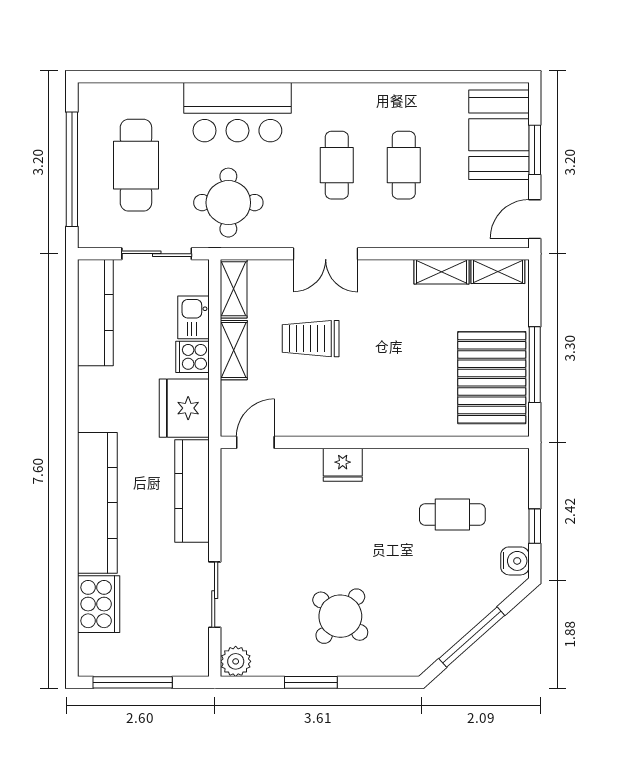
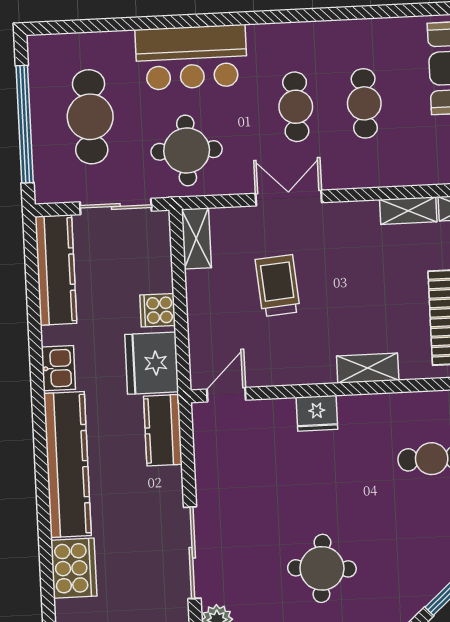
double door: (326, 254) -> (289, 198), swing flipped
kitchen sink: (193, 317) -> (58, 368), moved, turned 180
trolley: (311, 339) -> (278, 286), turned 85
shelving: (234, 350) -> (368, 368), moved, turned 90
kitchen counter: (192, 491) -> (163, 430), width x0.67
sliding door: (215, 595) -> (192, 553), width x1.37
round table: (340, 616) -> (322, 568), turned -36

